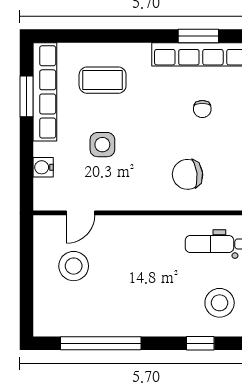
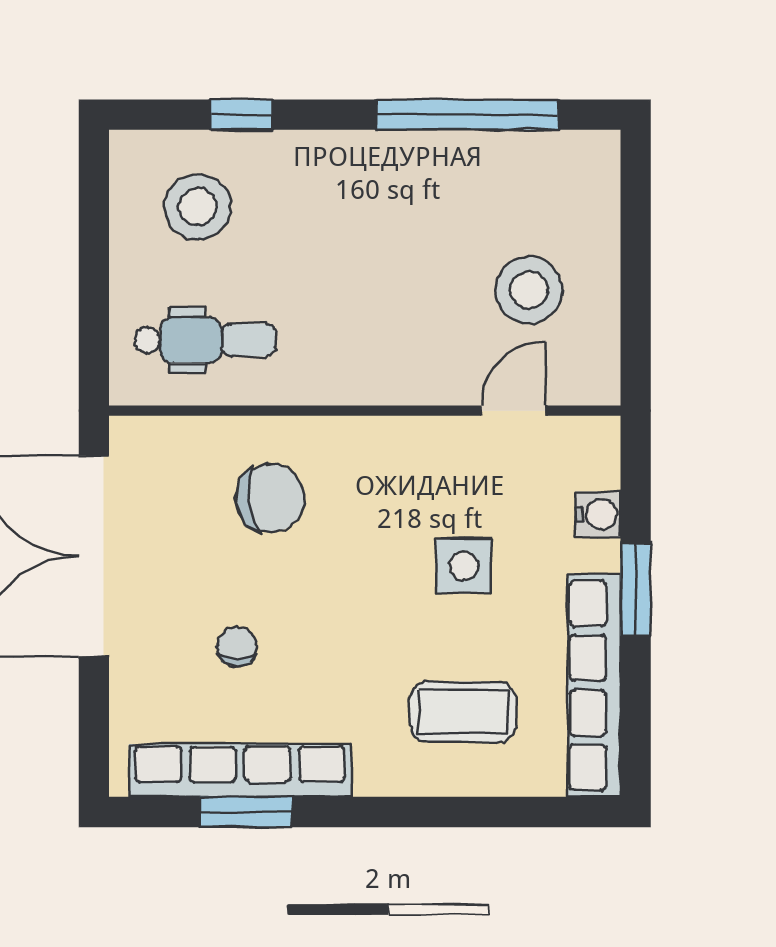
window: (27, 96) -> (636, 589), moved

